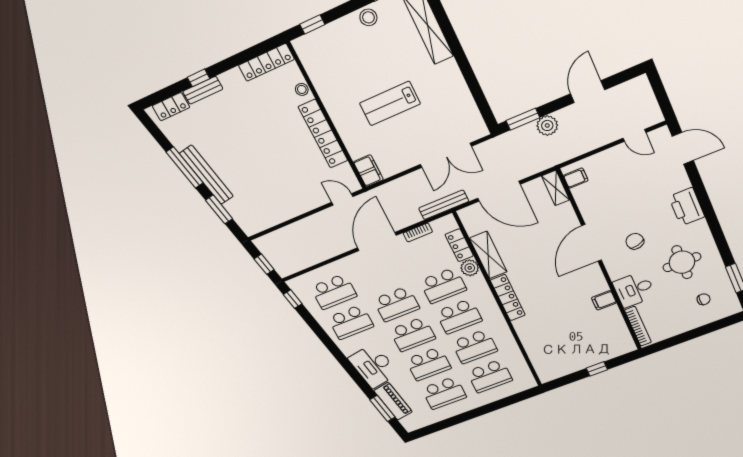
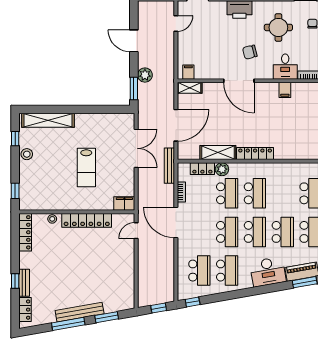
school desk: (474, 346) -> (283, 193), removed

